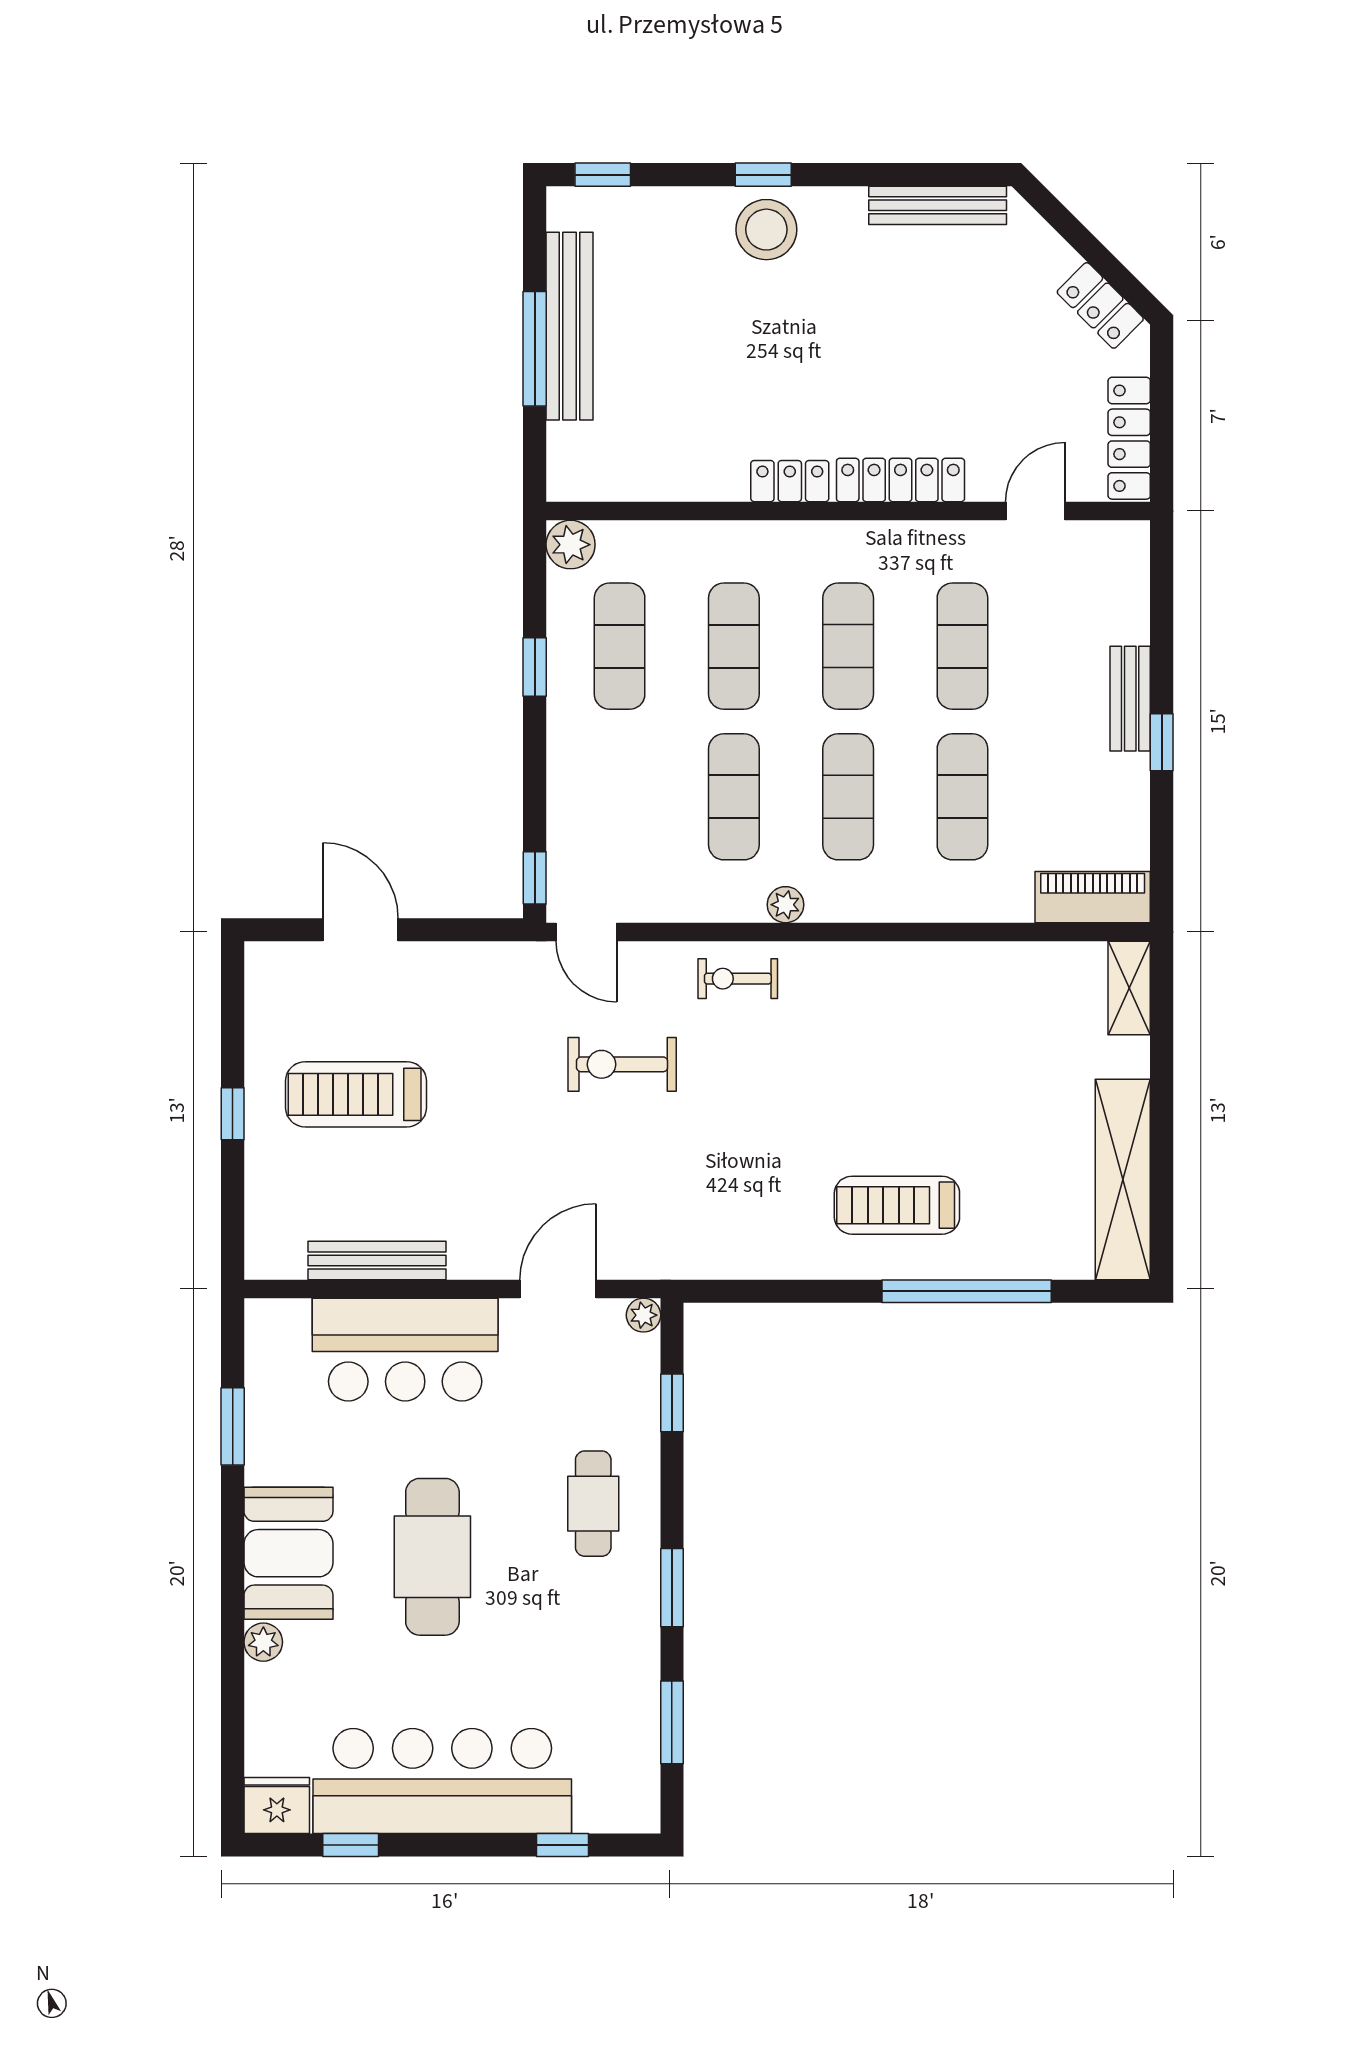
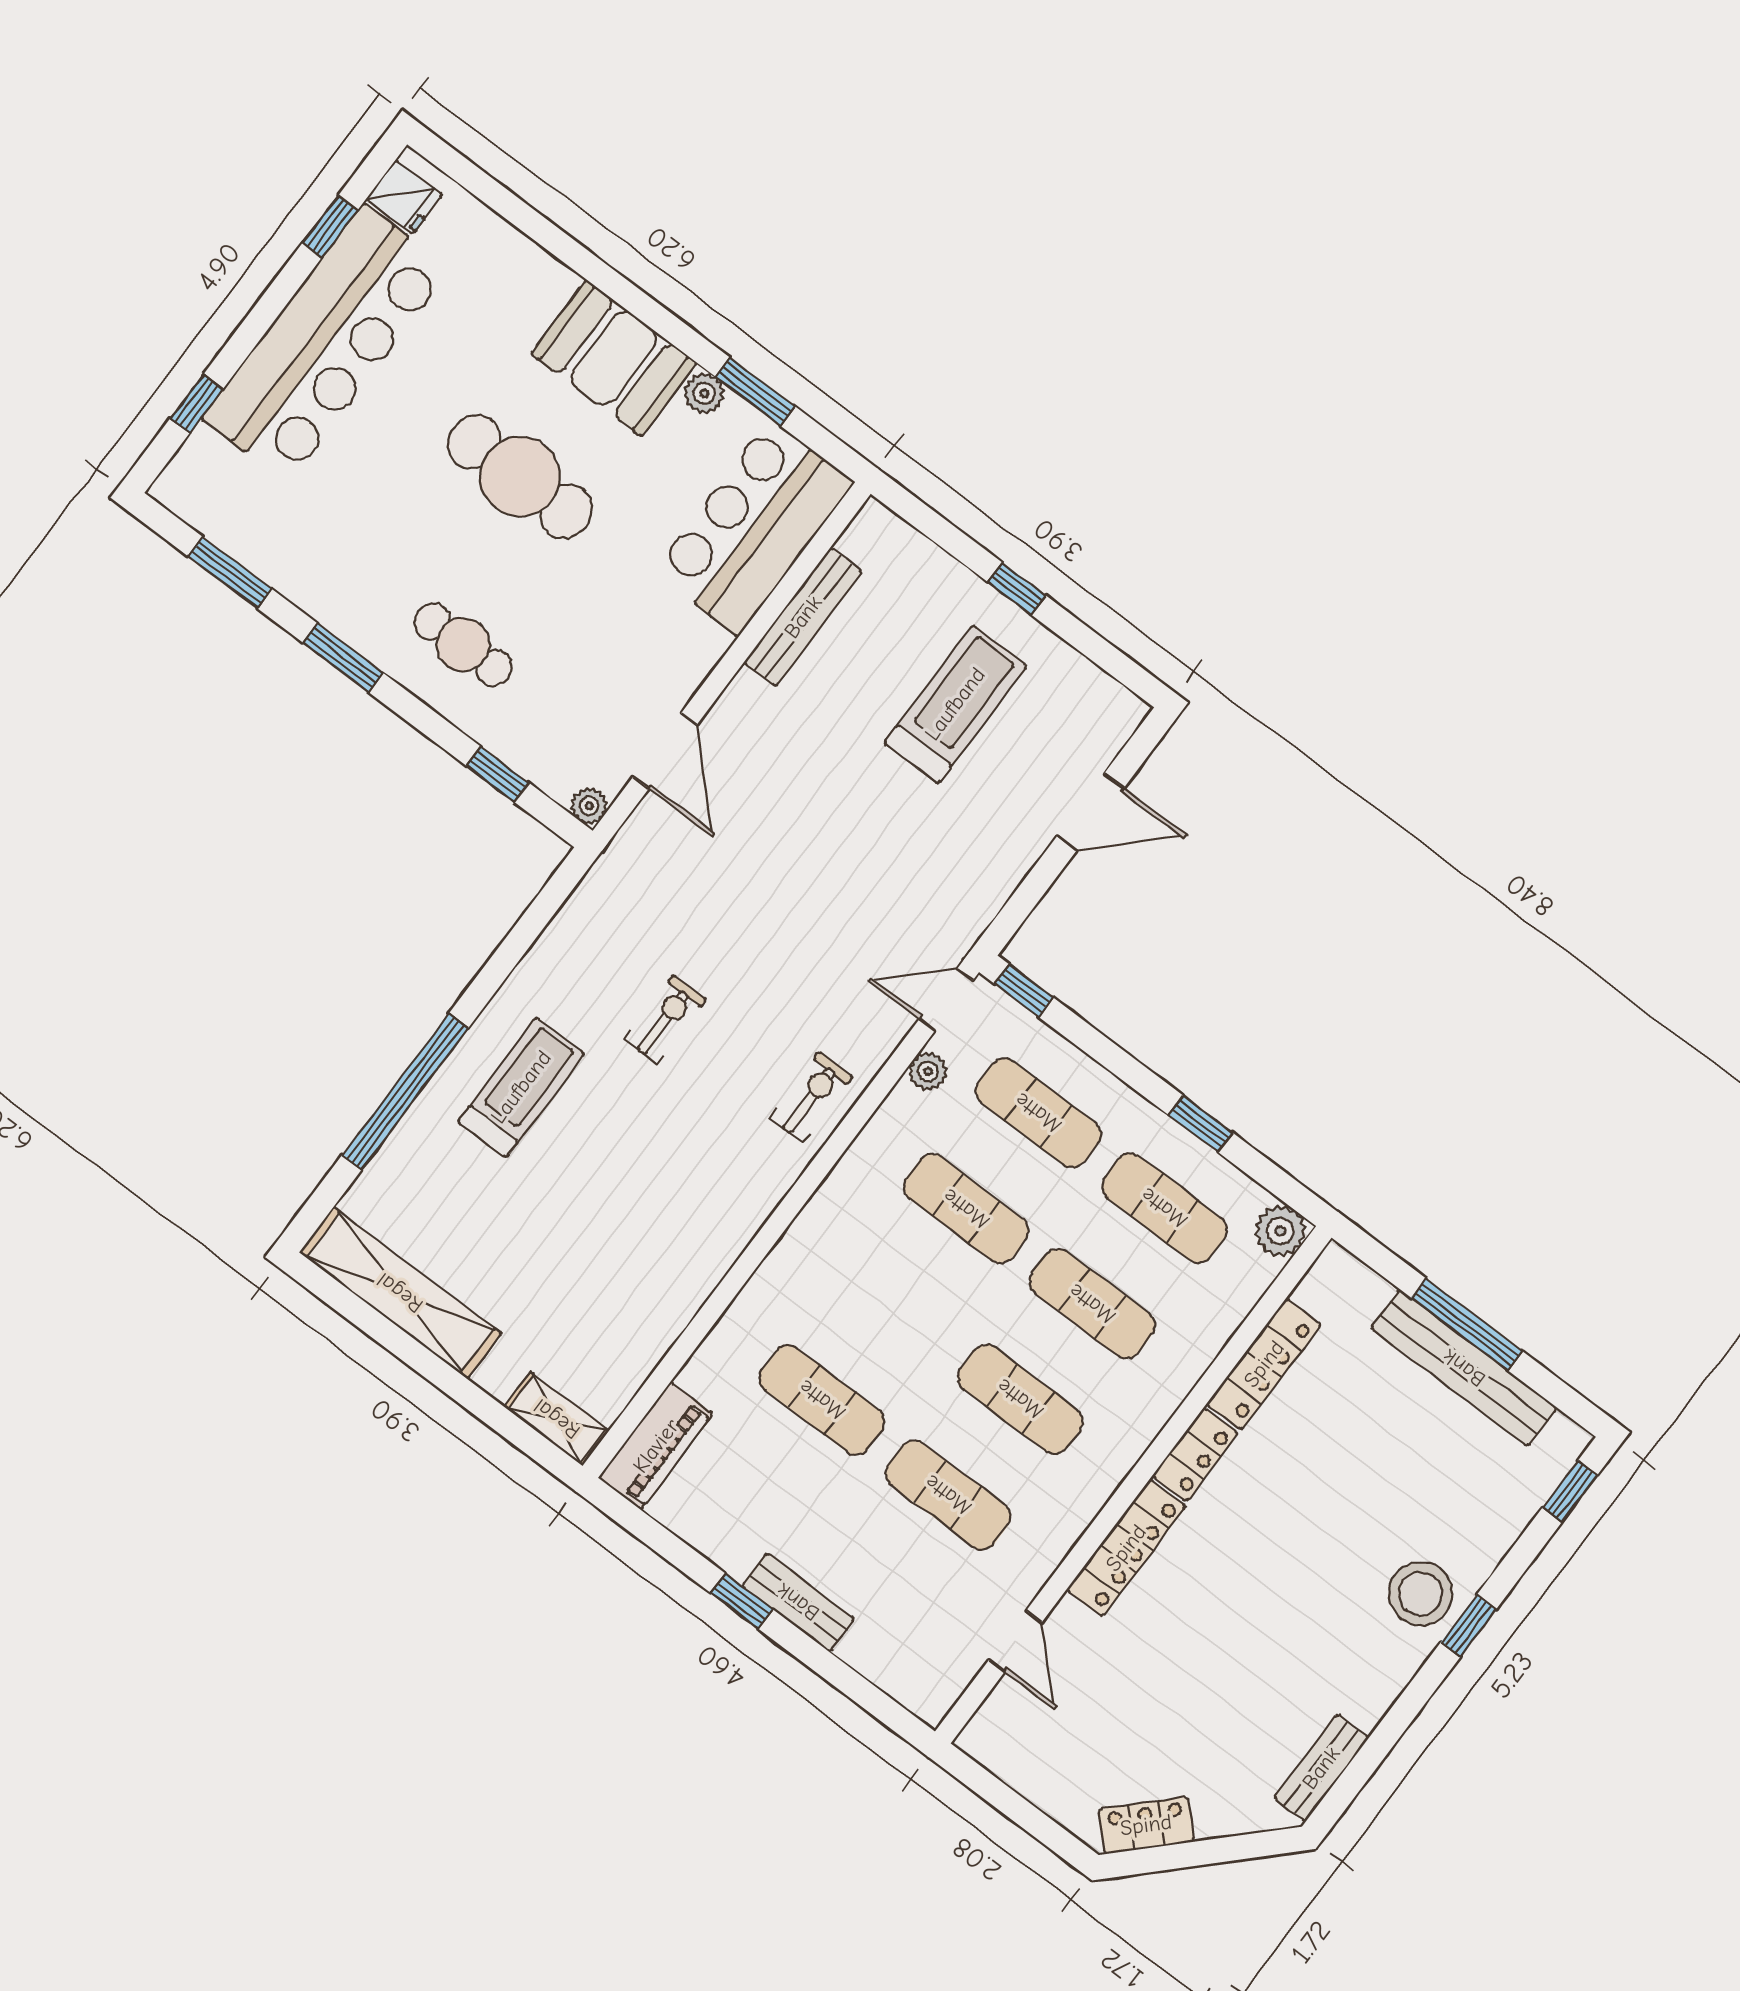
bench: (938, 205) -> (1321, 1768), width x0.73
locker: (1129, 438) -> (1264, 1364), moved, turned 90
exercise mat: (848, 797) -> (1038, 1113), moved
plant: (786, 905) -> (928, 1071), moved
exercise bike: (622, 1064) -> (665, 1019), moved, width x0.73, depth x0.72
bar counter: (405, 1350) -> (754, 527), moved
plant: (263, 1642) -> (704, 393), moved
fridge: (277, 1805) -> (404, 197), width x0.72

